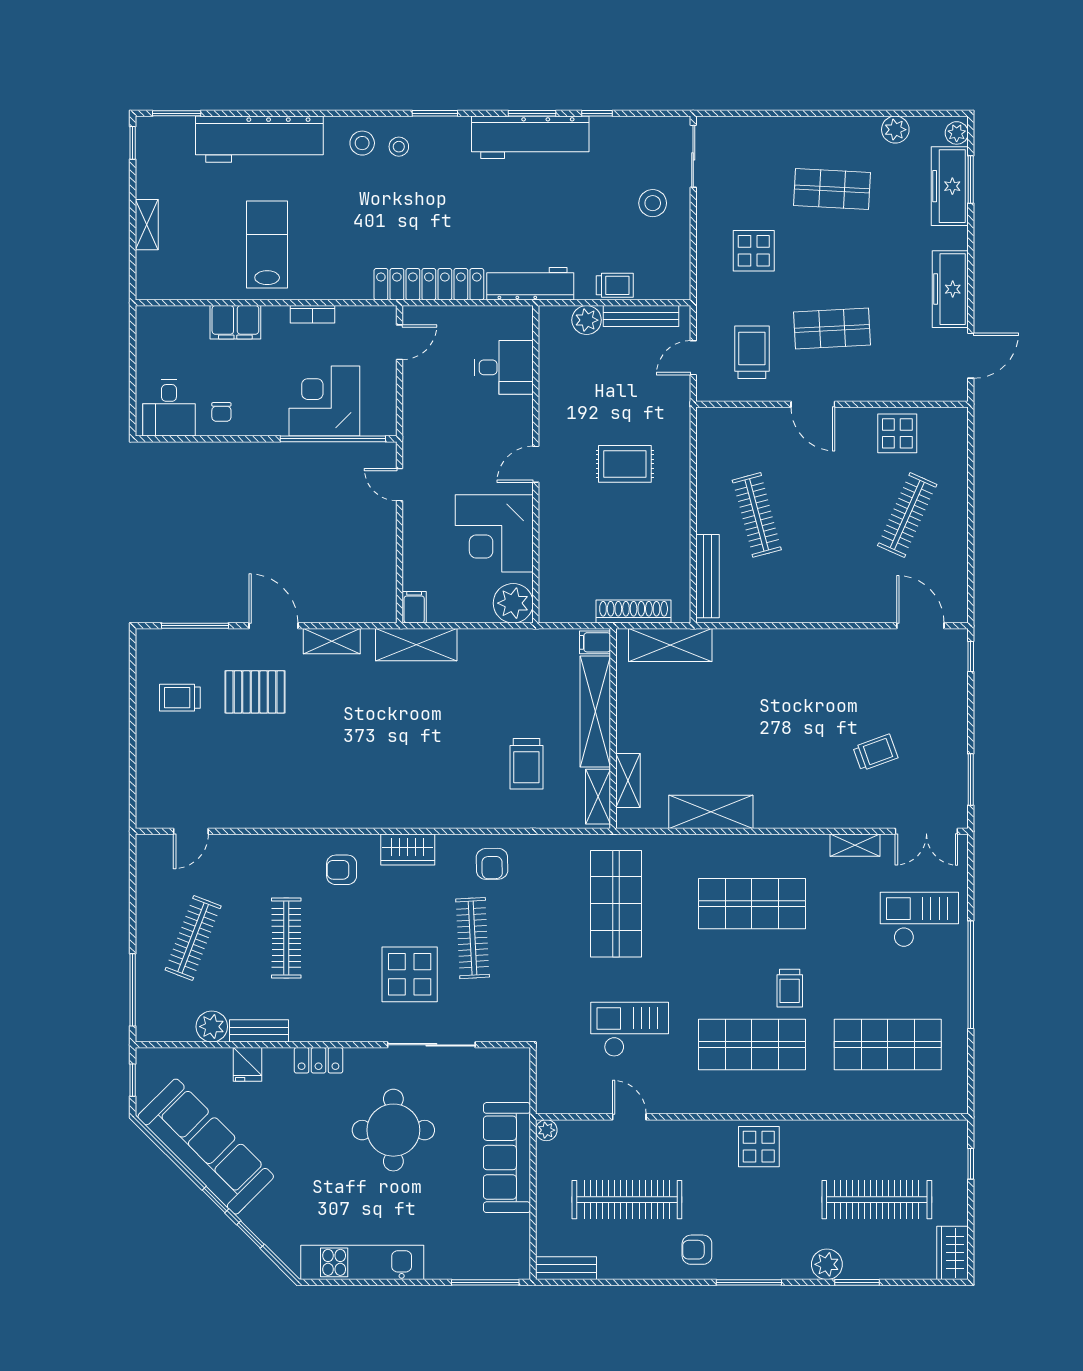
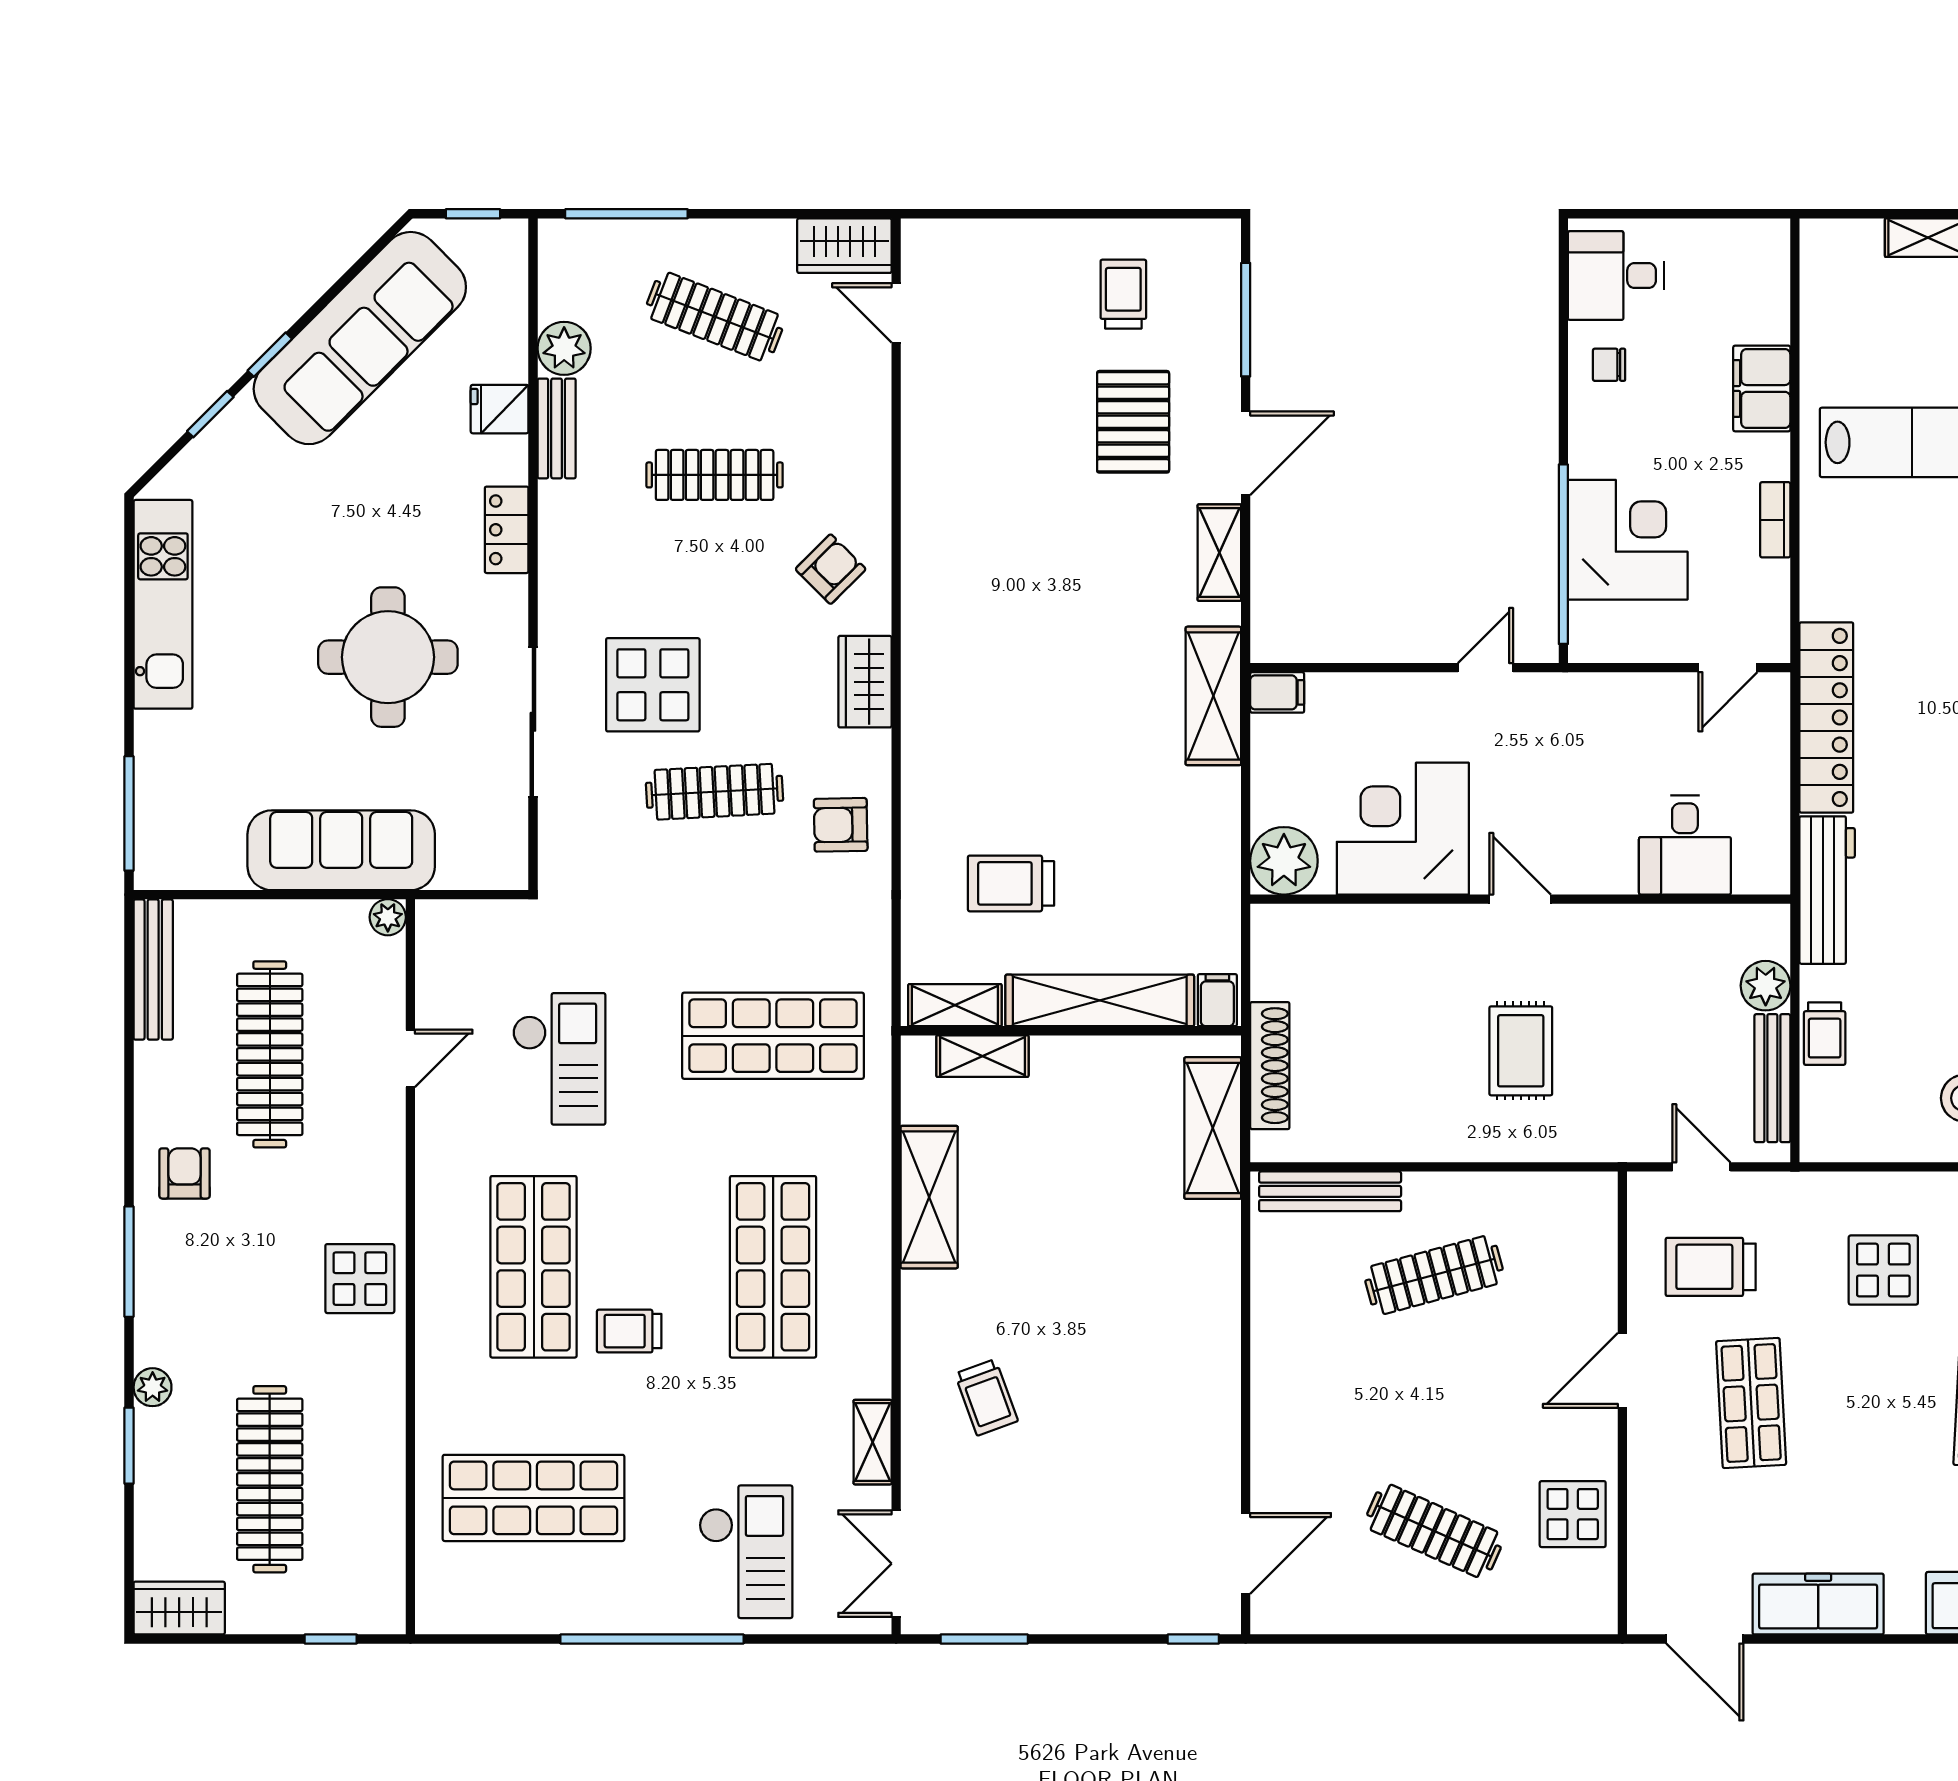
door: (400, 342) -> (1728, 668), hinge flipped
trolley: (752, 352) -> (1711, 1267), turned 180
trolley: (875, 752) -> (986, 1397), moved
wardrobe: (151, 862) -> (844, 246), added
armchair: (342, 870) -> (831, 569), turned 45
shop shelf: (888, 1044) -> (534, 1498), turned 90
plant: (827, 1264) -> (153, 1387), width x0.73, depth x0.73
bench: (566, 1268) -> (153, 970), width x1.36

